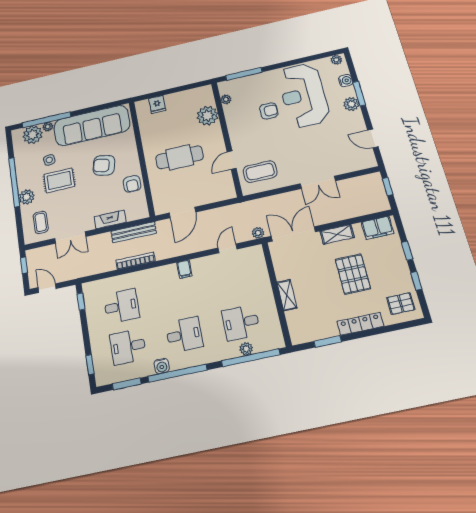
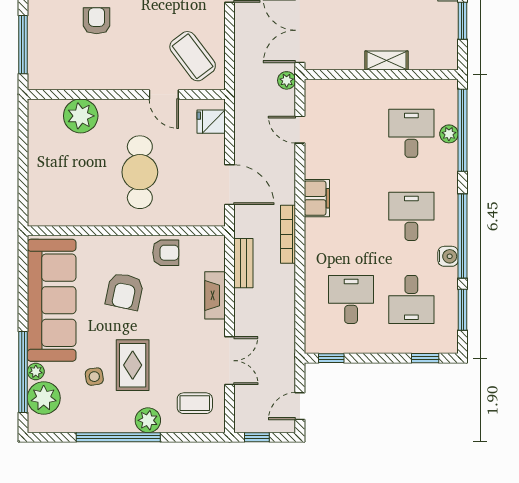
plant: (226, 99) -> (60, 82), removed
fridge: (157, 105) -> (211, 122), moved, turned 180
coffee table: (260, 172) -> (193, 56), turned -37
bench: (134, 232) -> (243, 263), width x0.73
bookcase: (135, 261) -> (288, 234), moved
filing cabinet: (184, 269) -> (317, 198), width x2.00
desk: (241, 323) -> (411, 133), turned 180

